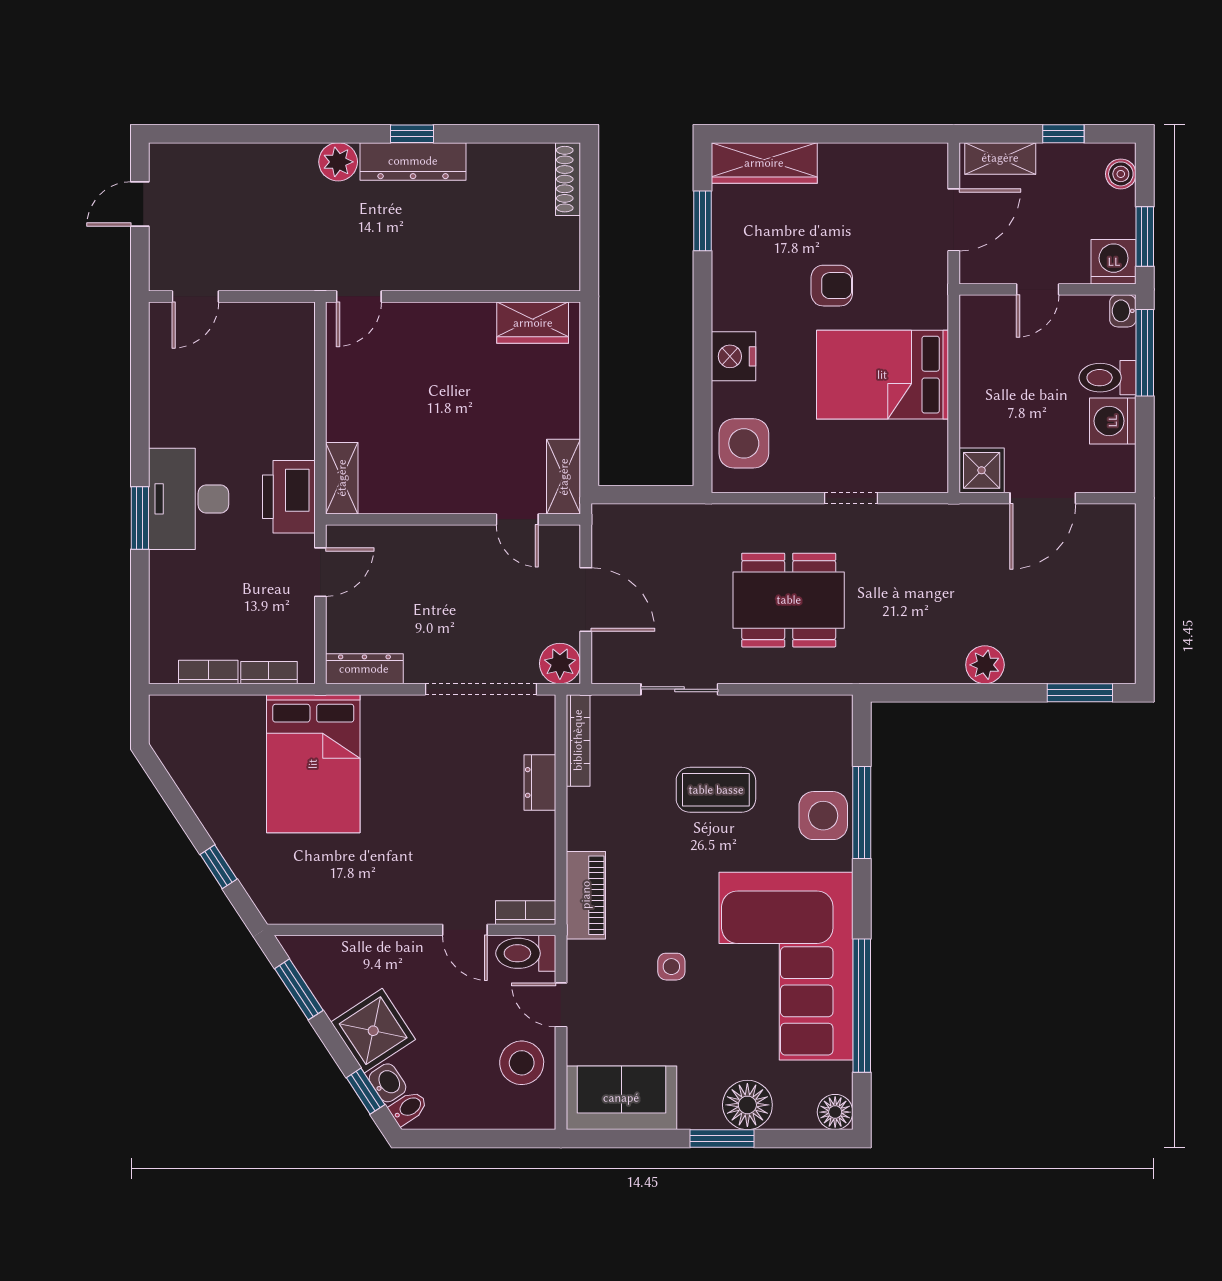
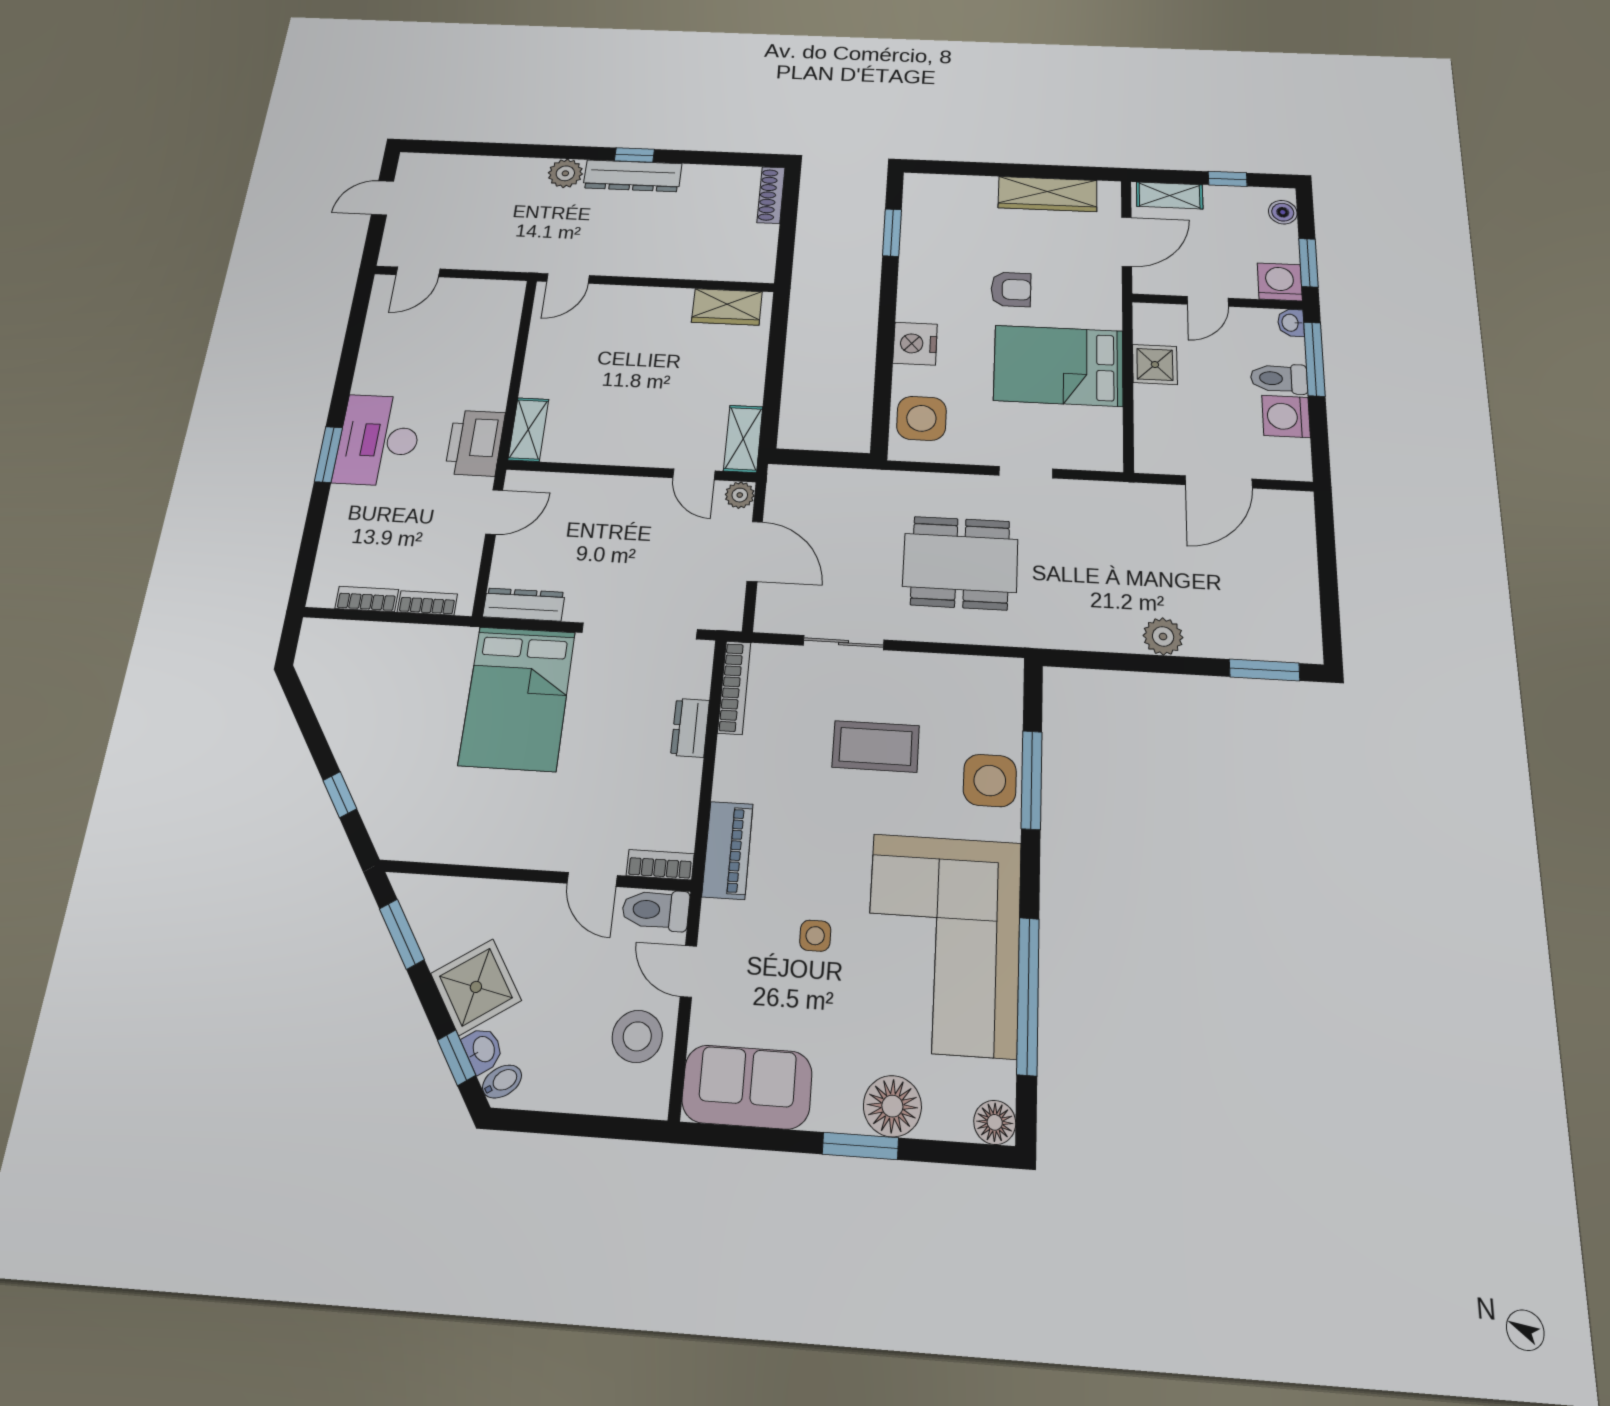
wardrobe: (764, 163) -> (1048, 194), moved
shower: (982, 470) -> (1155, 364), moved
plant: (560, 663) -> (740, 495), moved, width x0.73, depth x0.73
bed: (313, 764) -> (517, 698), moved

